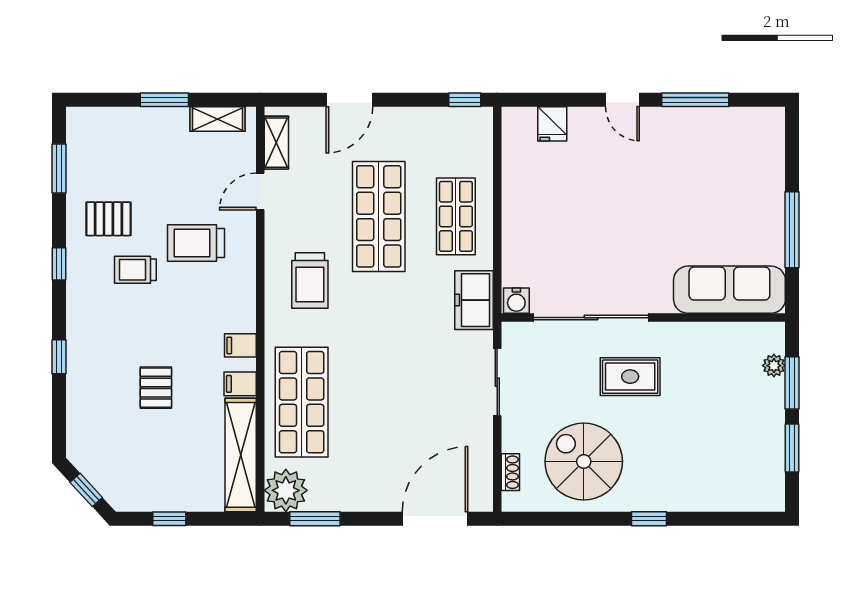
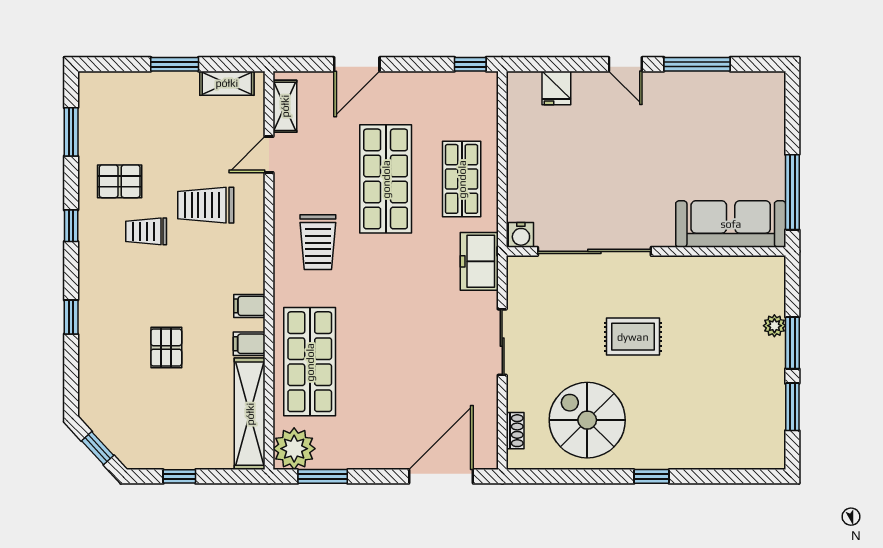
sofa: (729, 290) -> (731, 224), moved
water cooler: (516, 301) -> (521, 235), moved
sliding door: (591, 318) -> (594, 251), moved
wall: (643, 318) -> (646, 251), moved

